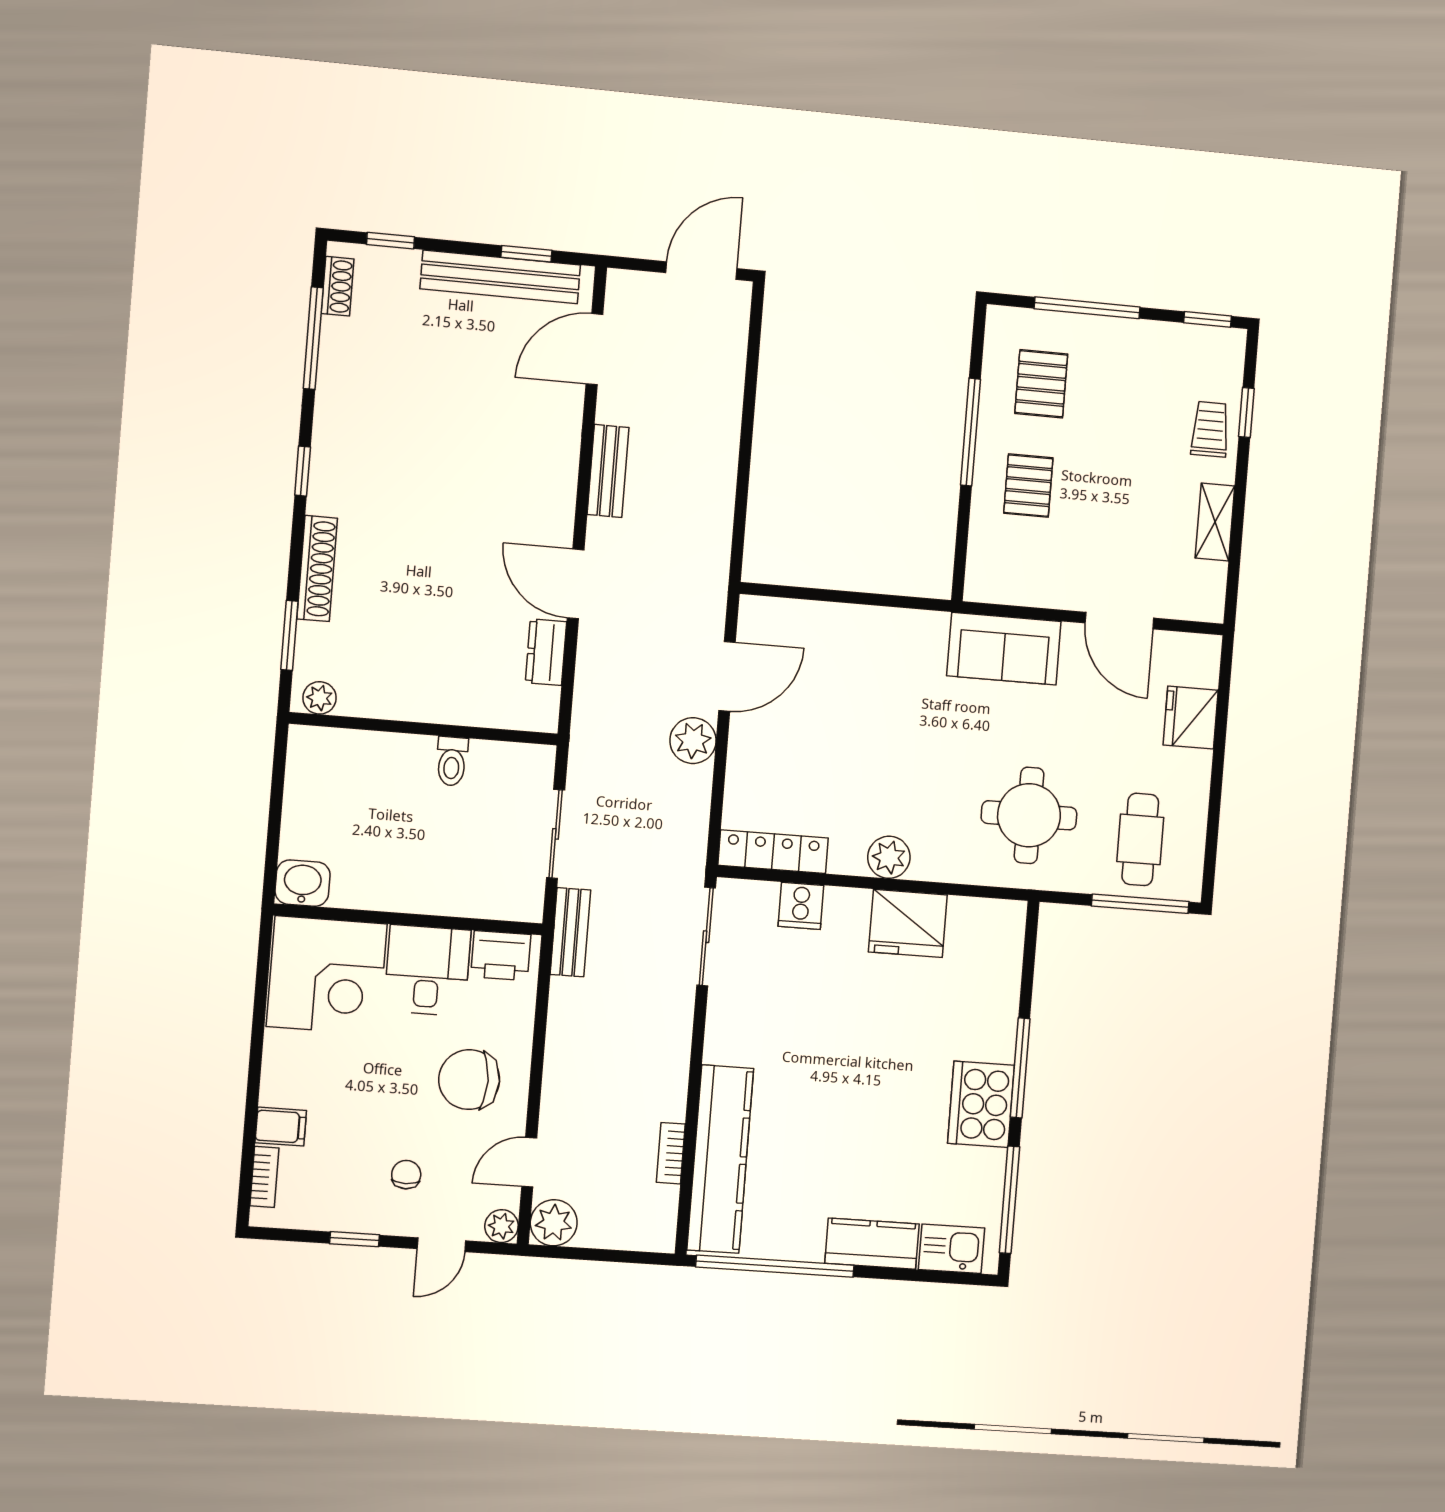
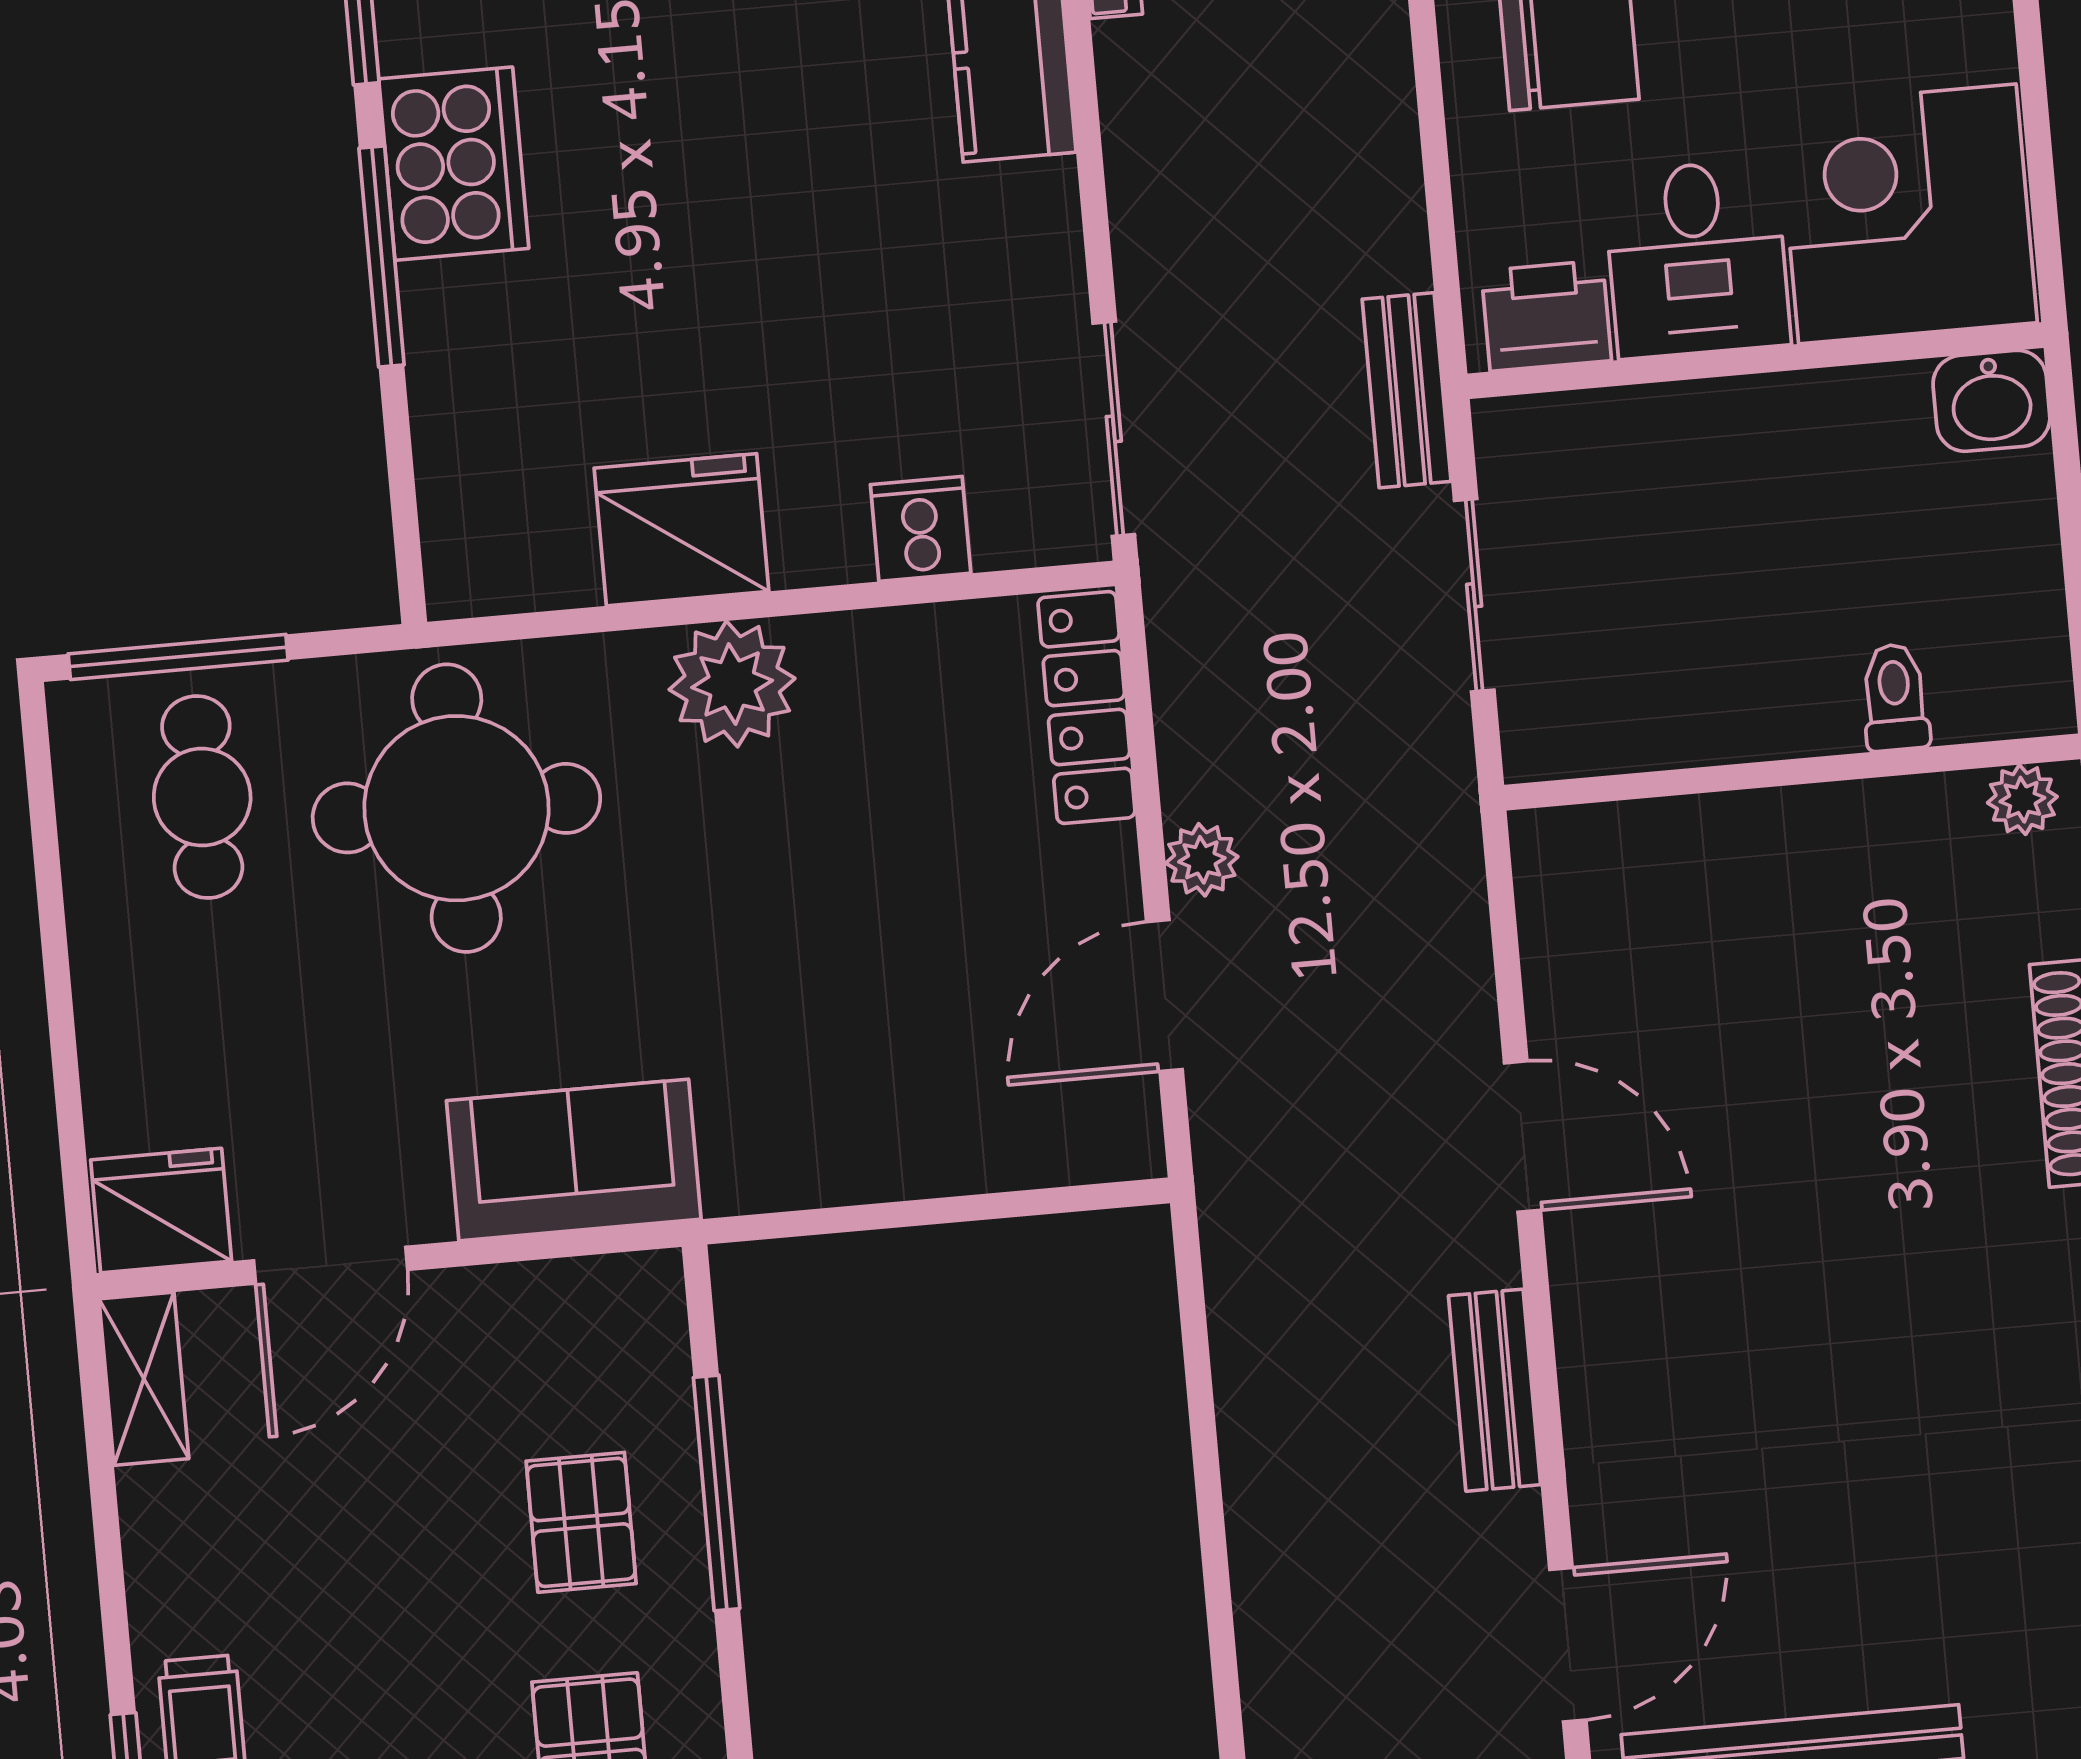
window: (970, 432) -> (717, 1493), moved
shelving: (1215, 522) -> (144, 1379), moved
door: (1119, 621) -> (331, 1265), swing flipped
dresser: (546, 652) -> (1561, 980), removed
fridge: (1191, 718) -> (161, 1210), moved, turned -90
plant: (693, 741) -> (1202, 860), width x0.73, depth x0.73
toilet: (452, 761) -> (1895, 697), moved
round table: (1029, 815) -> (456, 808), width x1.36, depth x1.36
locker: (773, 852) -> (1086, 708), moved, turned 90
plant: (889, 857) -> (732, 684), width x1.36, depth x1.36

